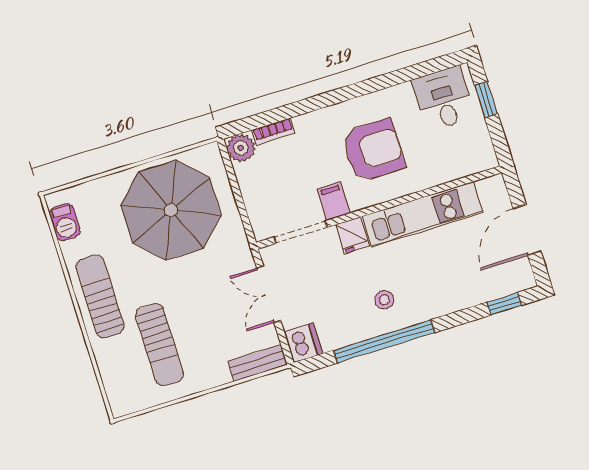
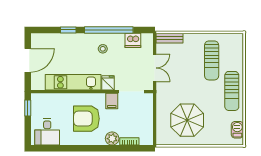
window: (486, 100) -> (28, 108), moved
plant: (241, 148) -> (112, 139), moved
parasol: (171, 210) -> (187, 120), width x0.73, depth x0.73
window: (504, 304) -> (68, 30), moved
dishwasher: (303, 343) -> (133, 40), moved, turned -90
sun lounger: (159, 345) -> (212, 60), turned 180

